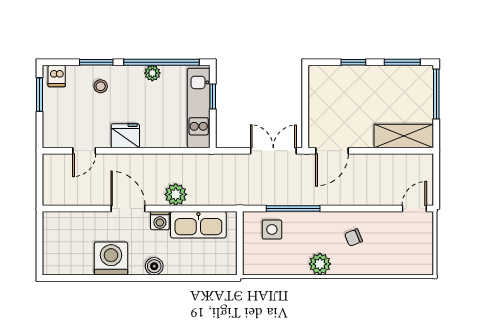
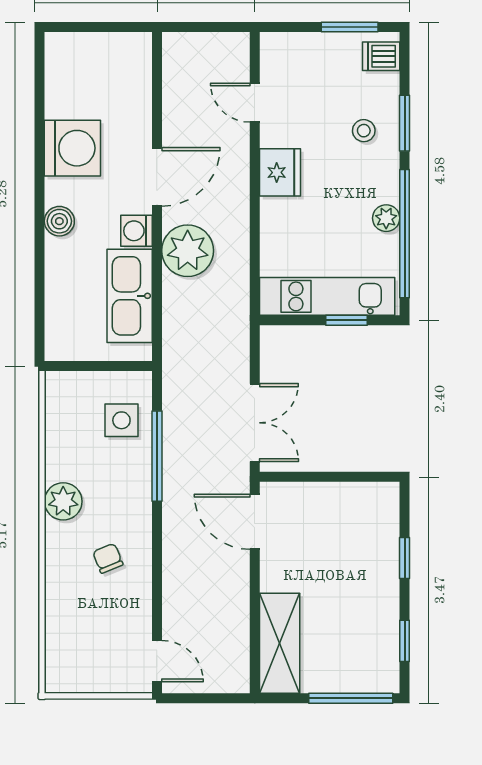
window: (402, 62) -> (405, 641), width x0.67
plant: (176, 194) -> (188, 251), width x1.36, depth x1.36

